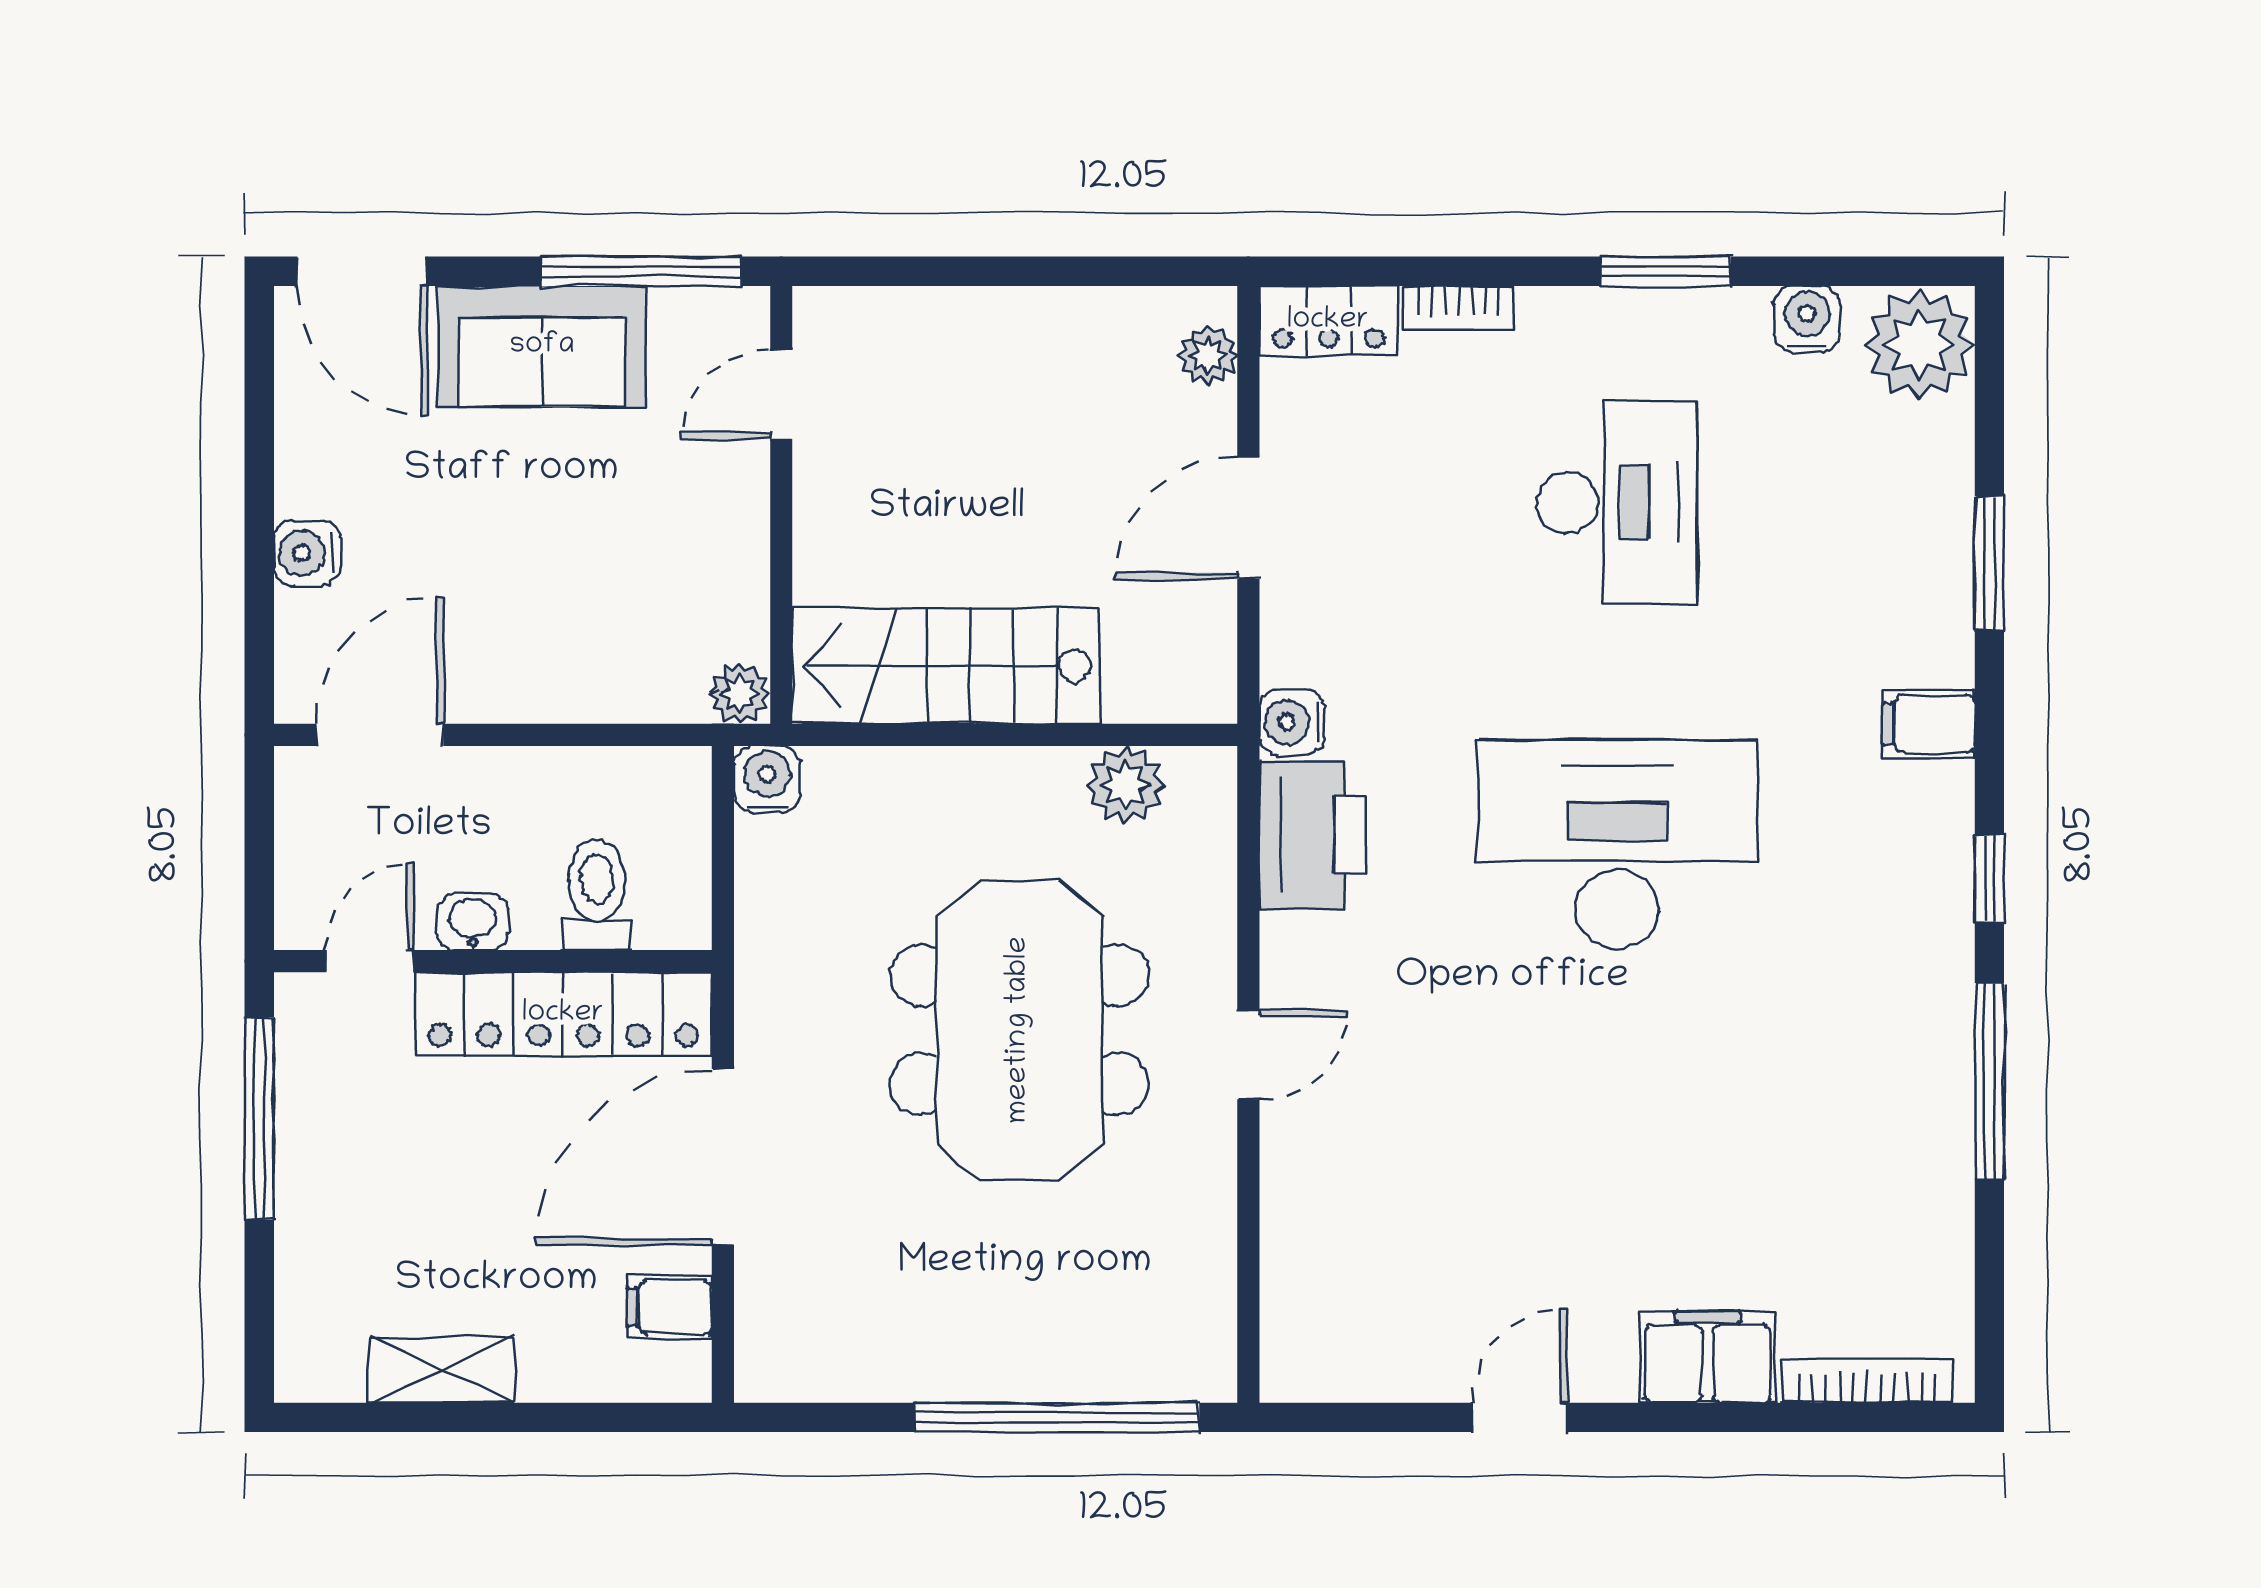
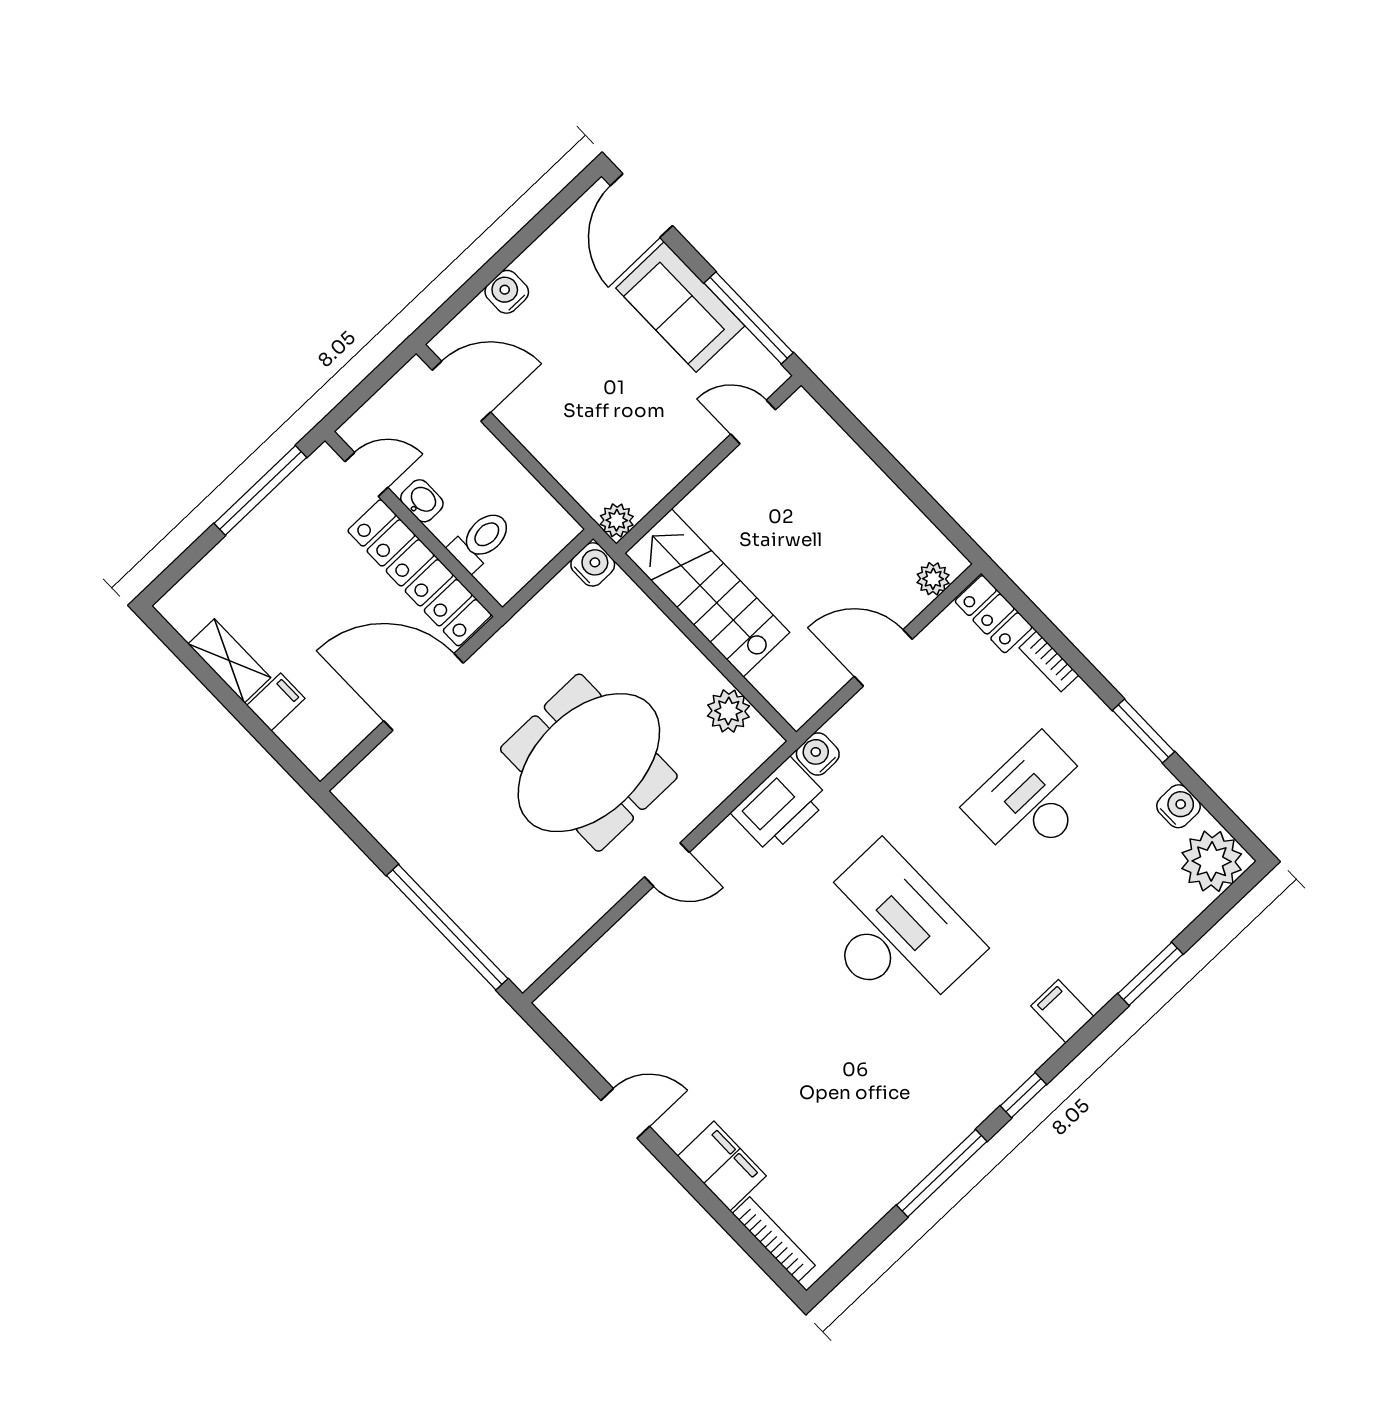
desk: (1617, 502) -> (1031, 800), turned 180
filing cabinet: (670, 1307) -> (276, 702), moved, turned 90

